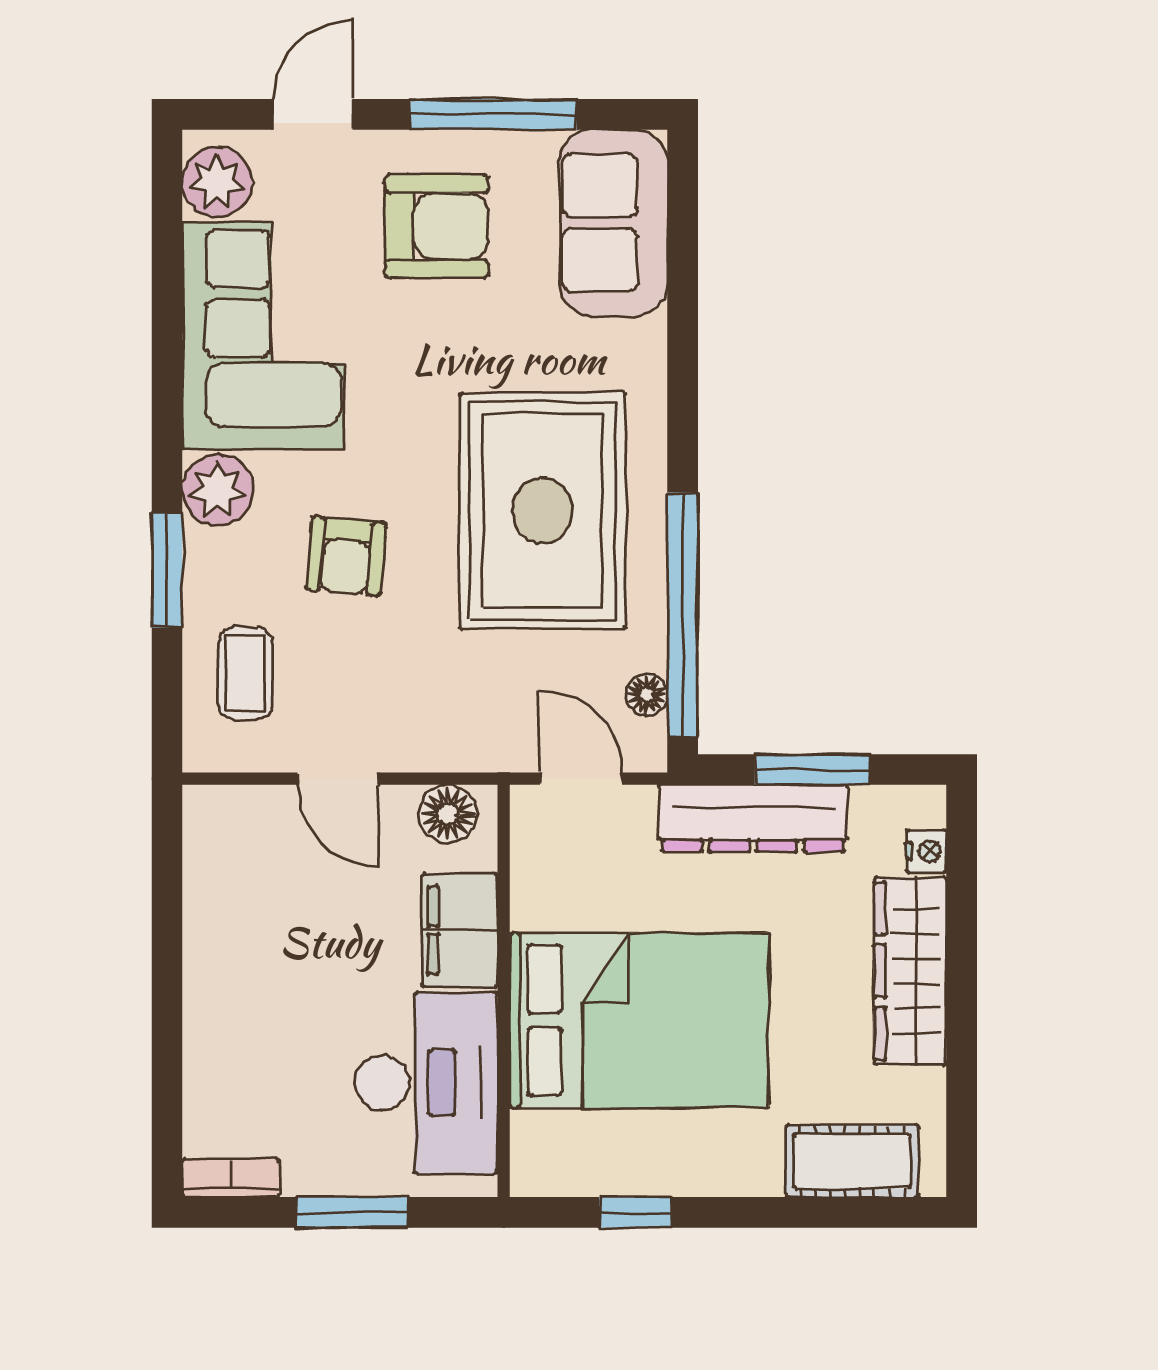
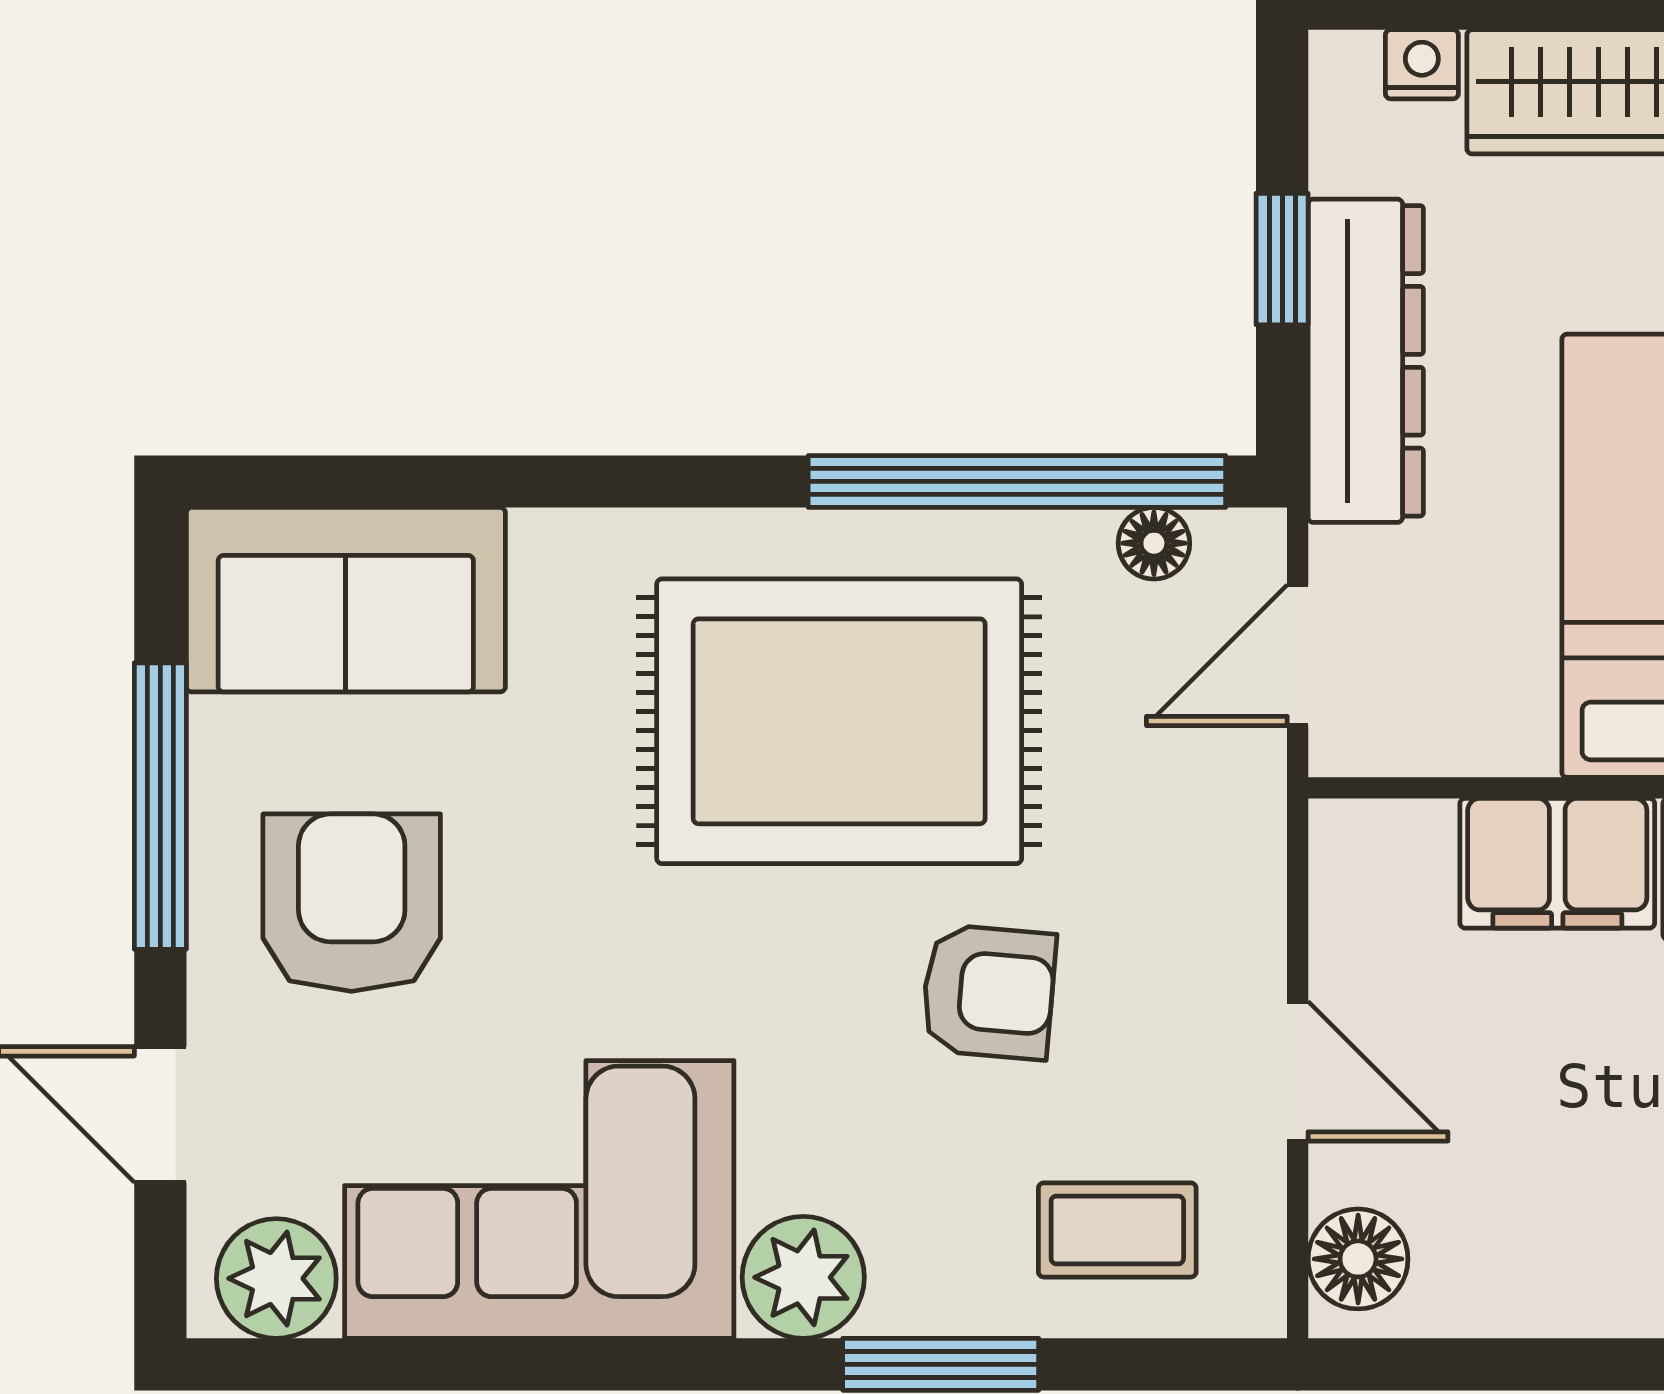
armchair: (346, 556) -> (988, 992), moved
window: (813, 770) -> (1282, 259), width x0.67
door: (338, 779) -> (1298, 1071), hinge flipped
floor lamp: (448, 814) -> (1358, 1259), moved

